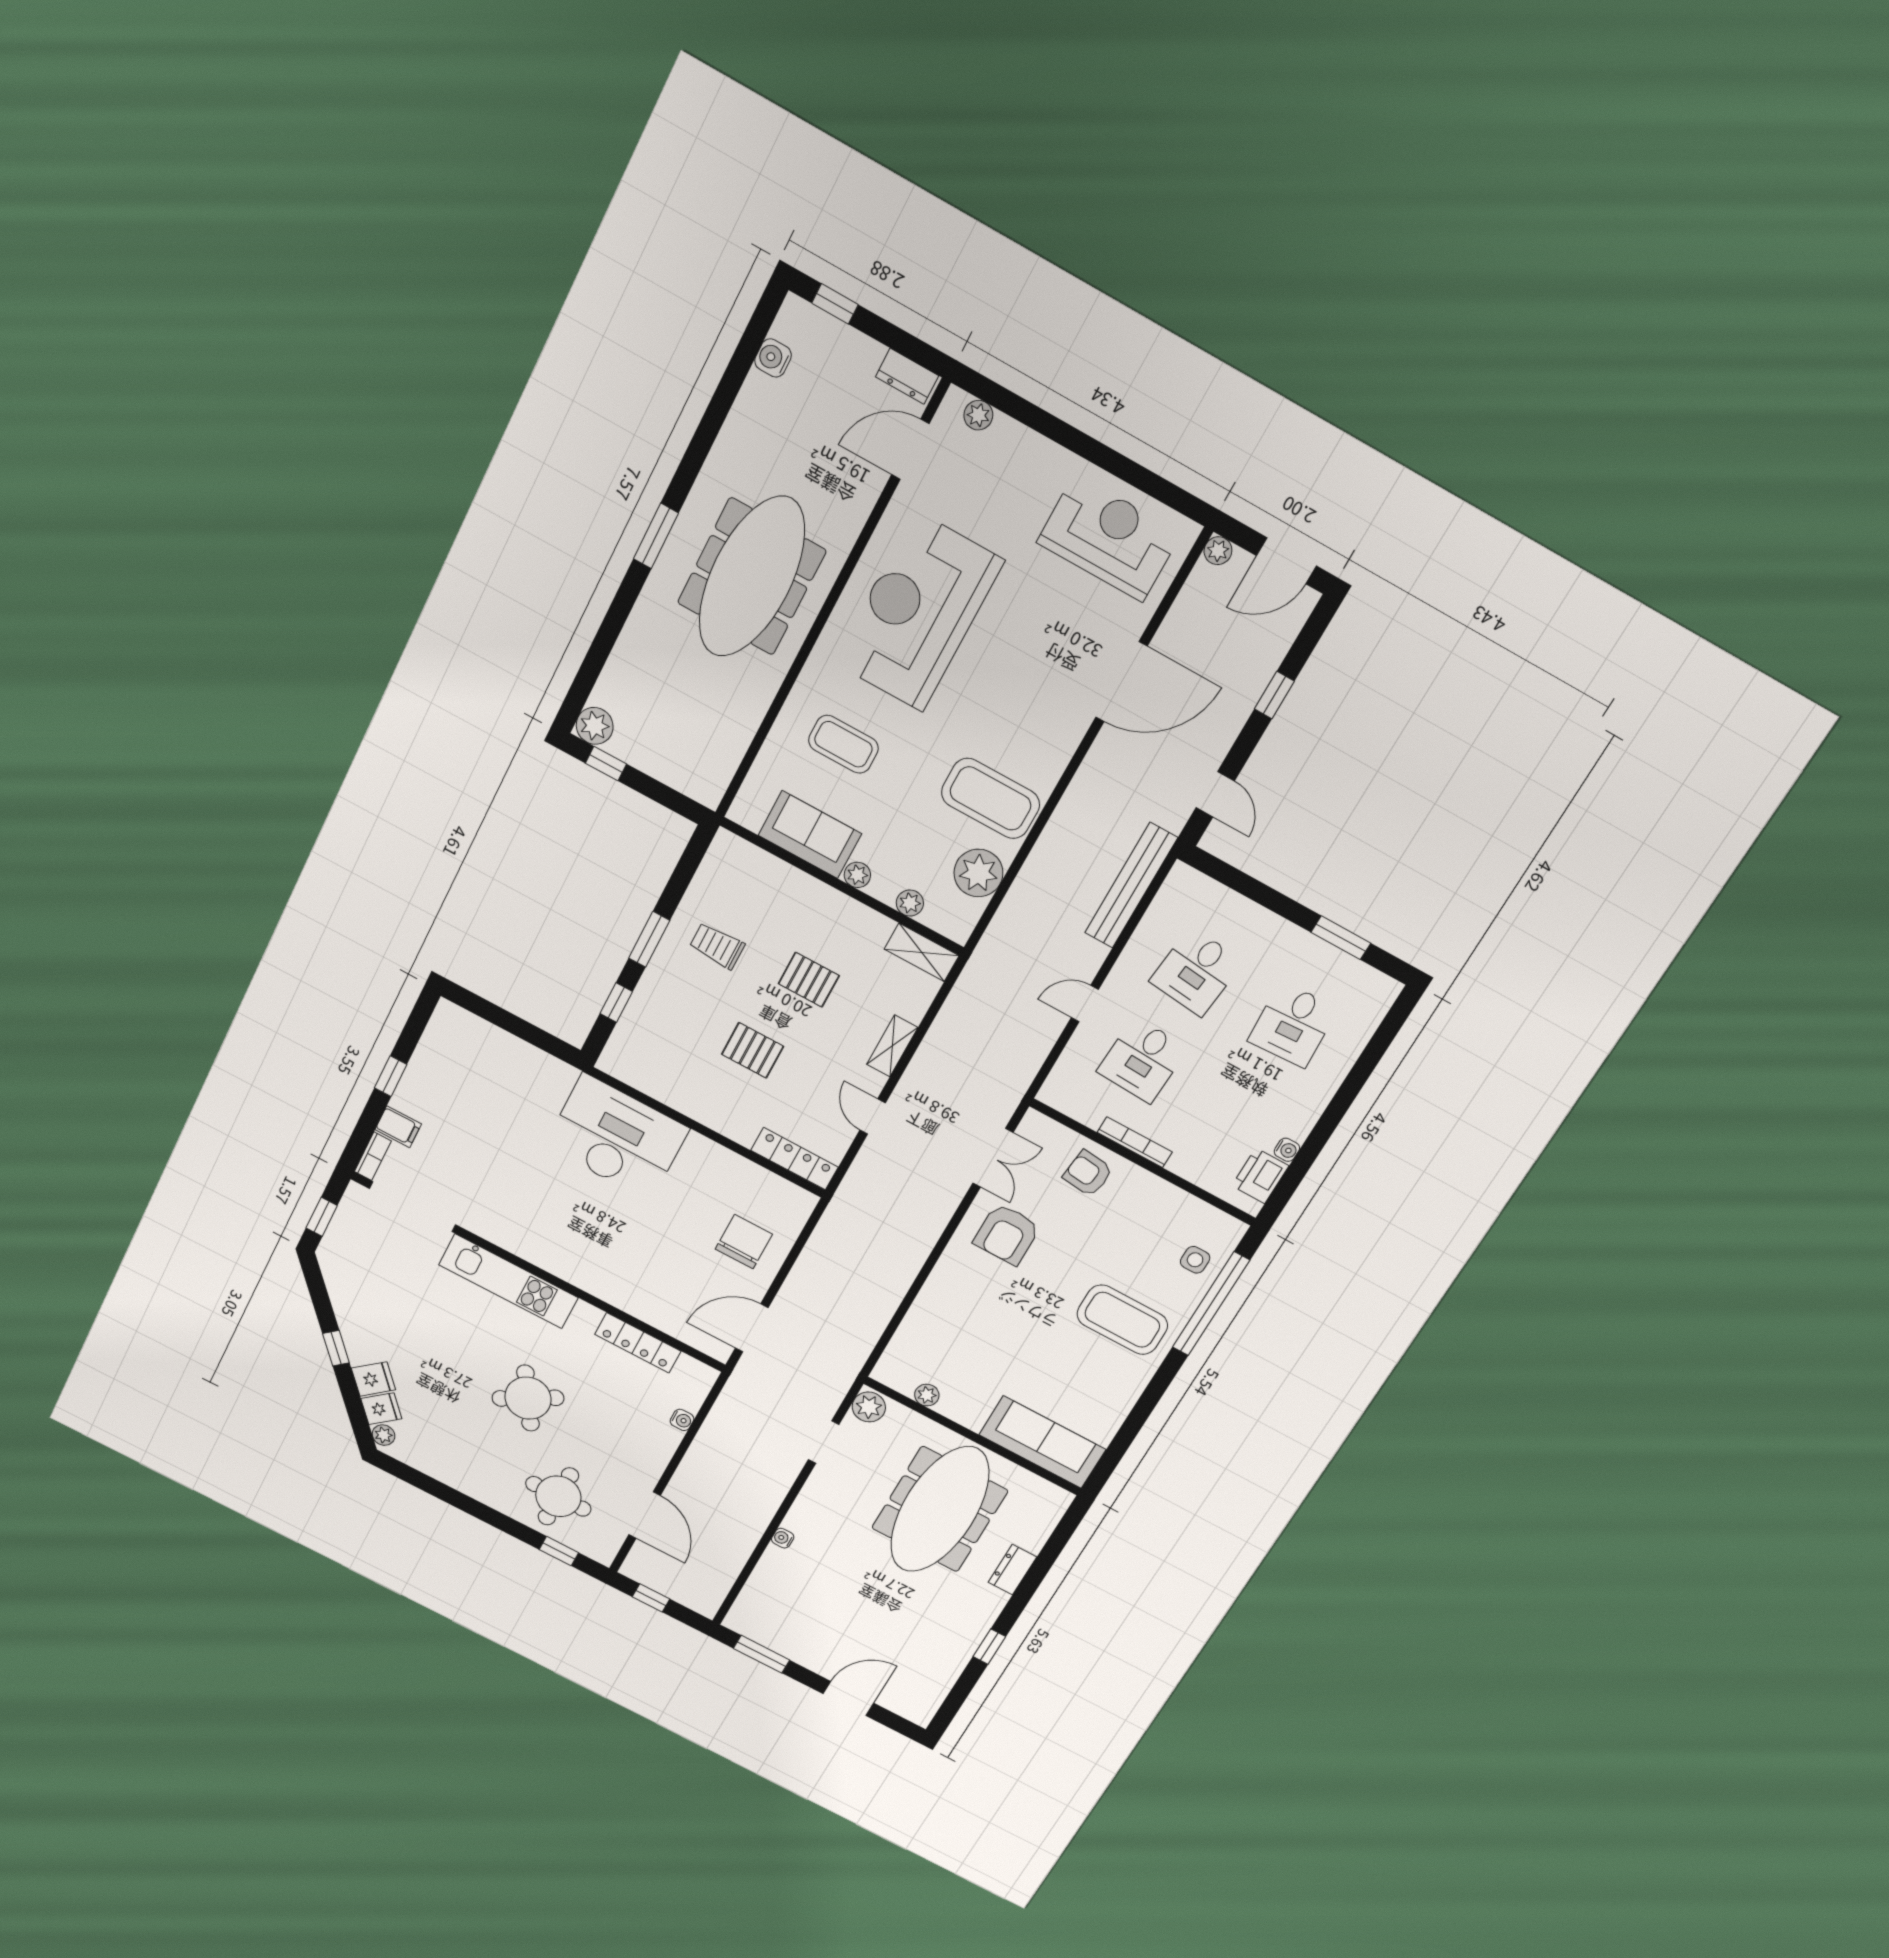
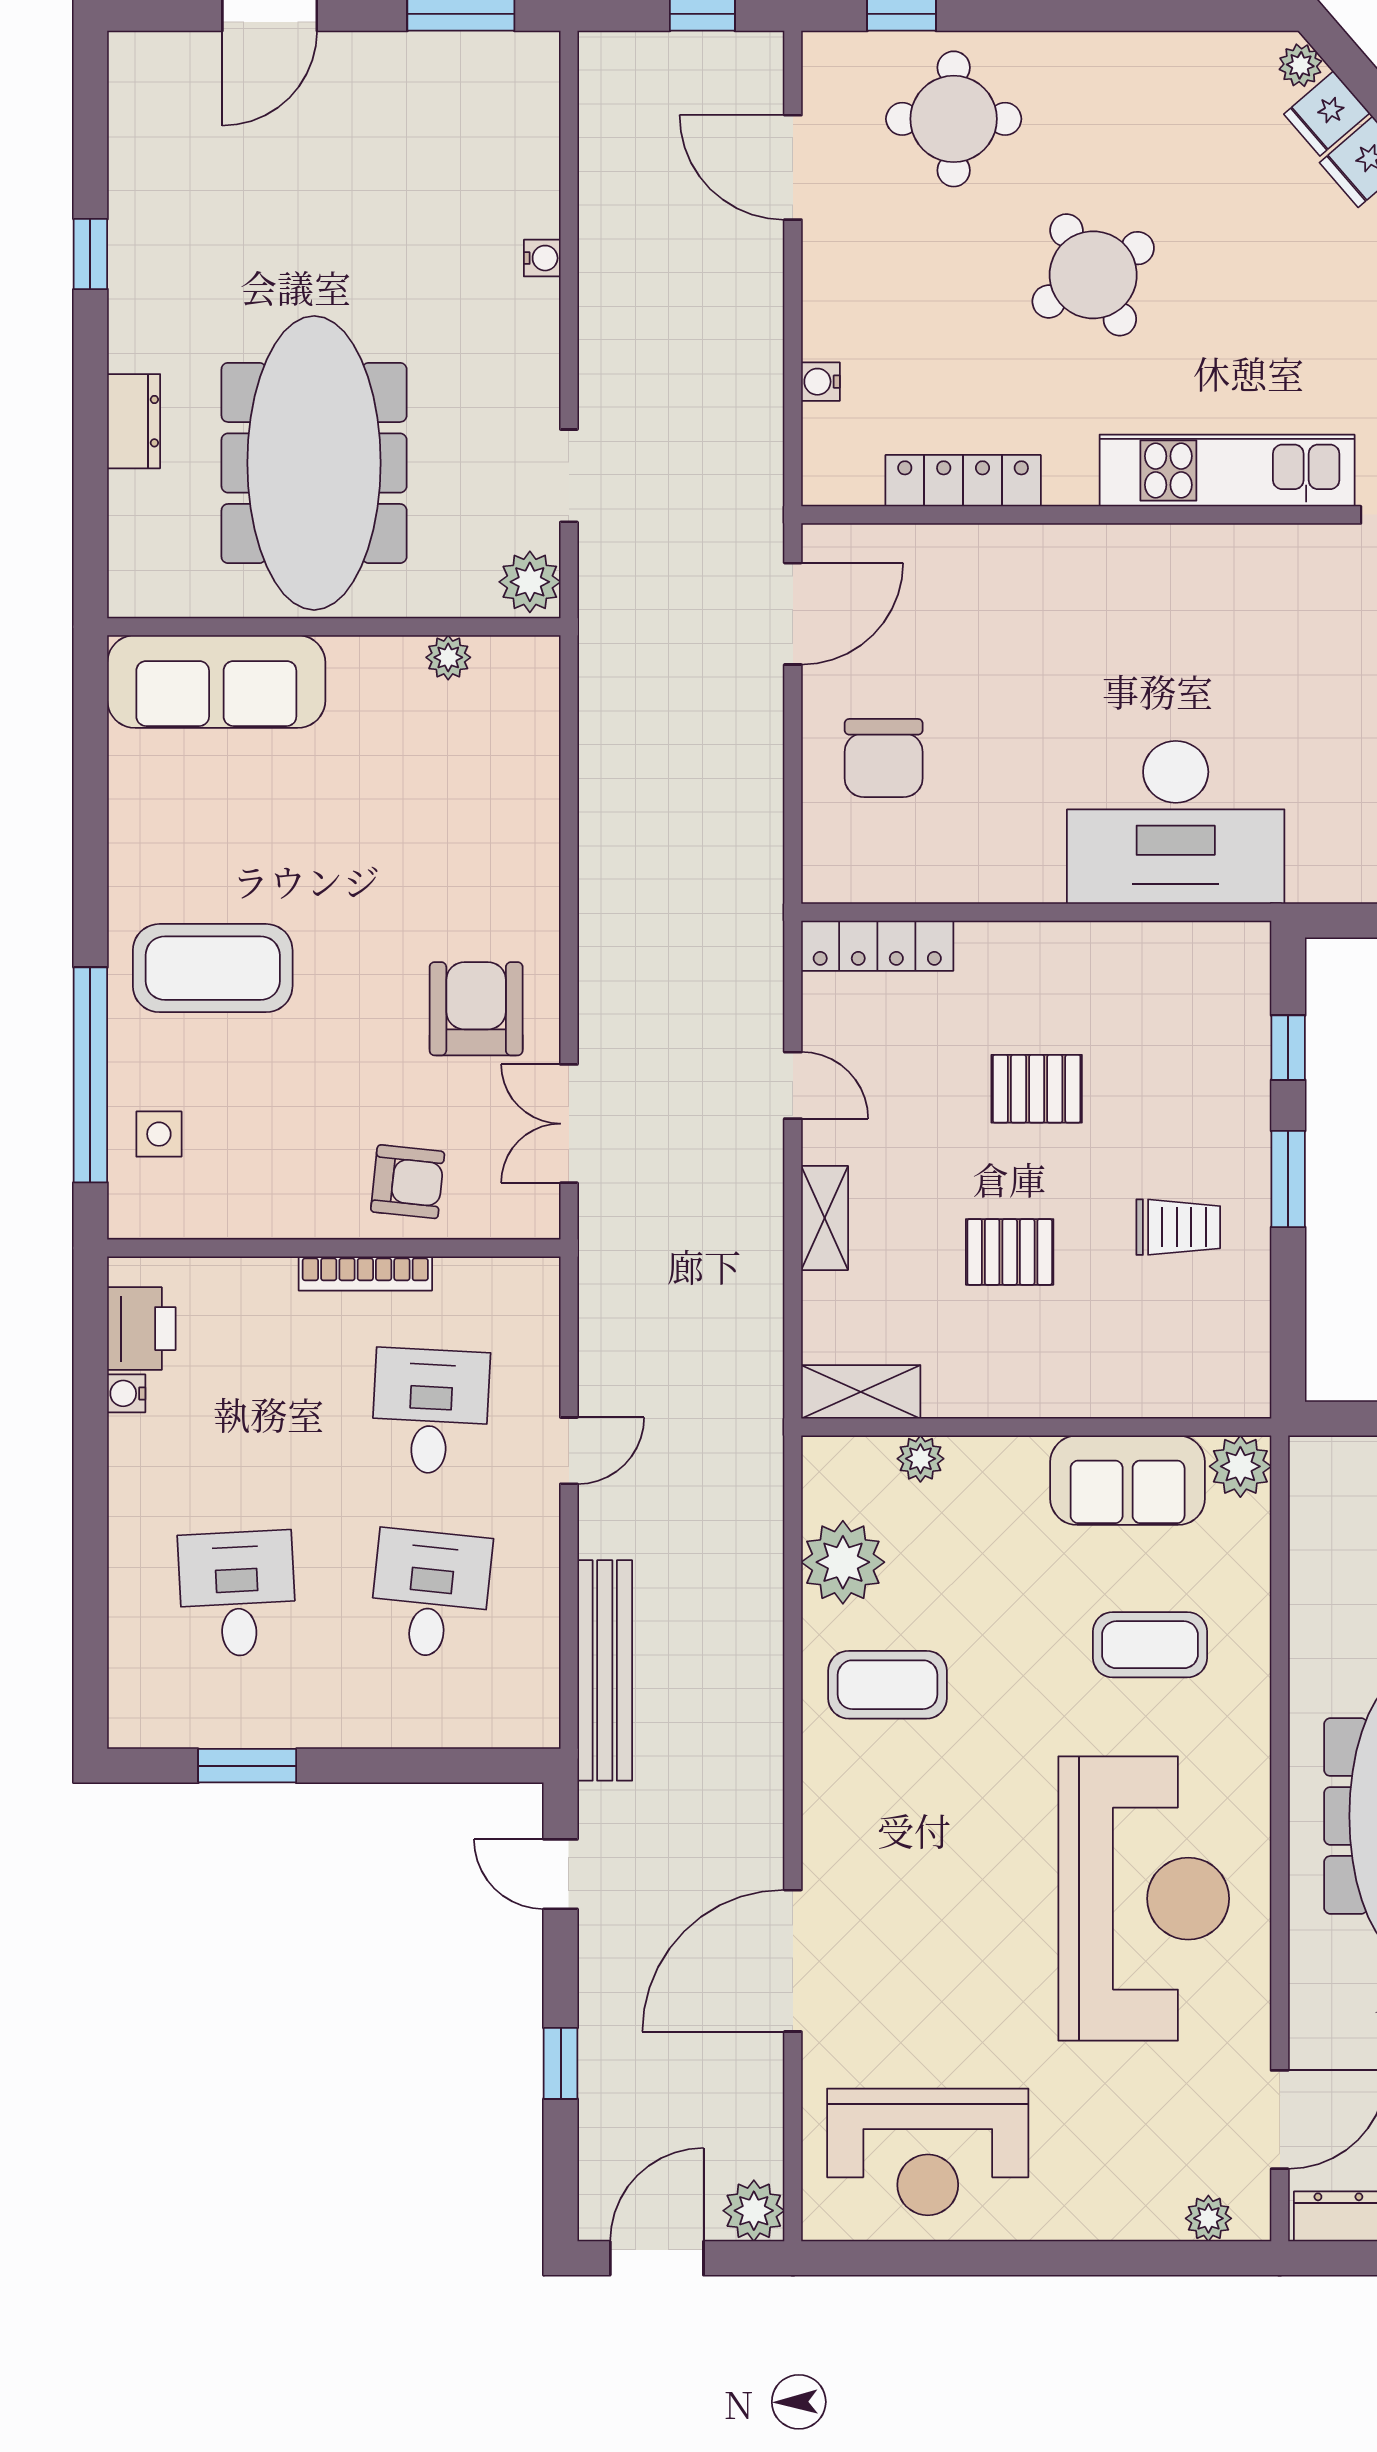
plant: (1218, 551) -> (754, 2211), width x1.38, depth x1.38
coffee table: (991, 798) -> (888, 1685), width x0.73, depth x0.76
plant: (857, 875) -> (1240, 1466), moved, width x1.38, depth x1.38

